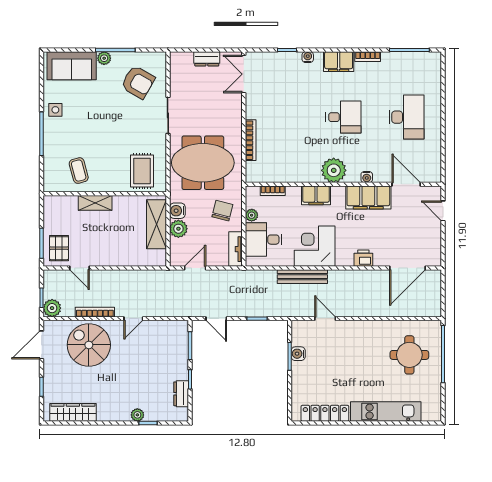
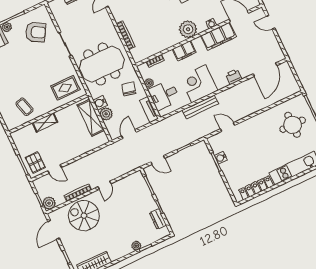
rug: (142, 171) -> (65, 88), turned 90

